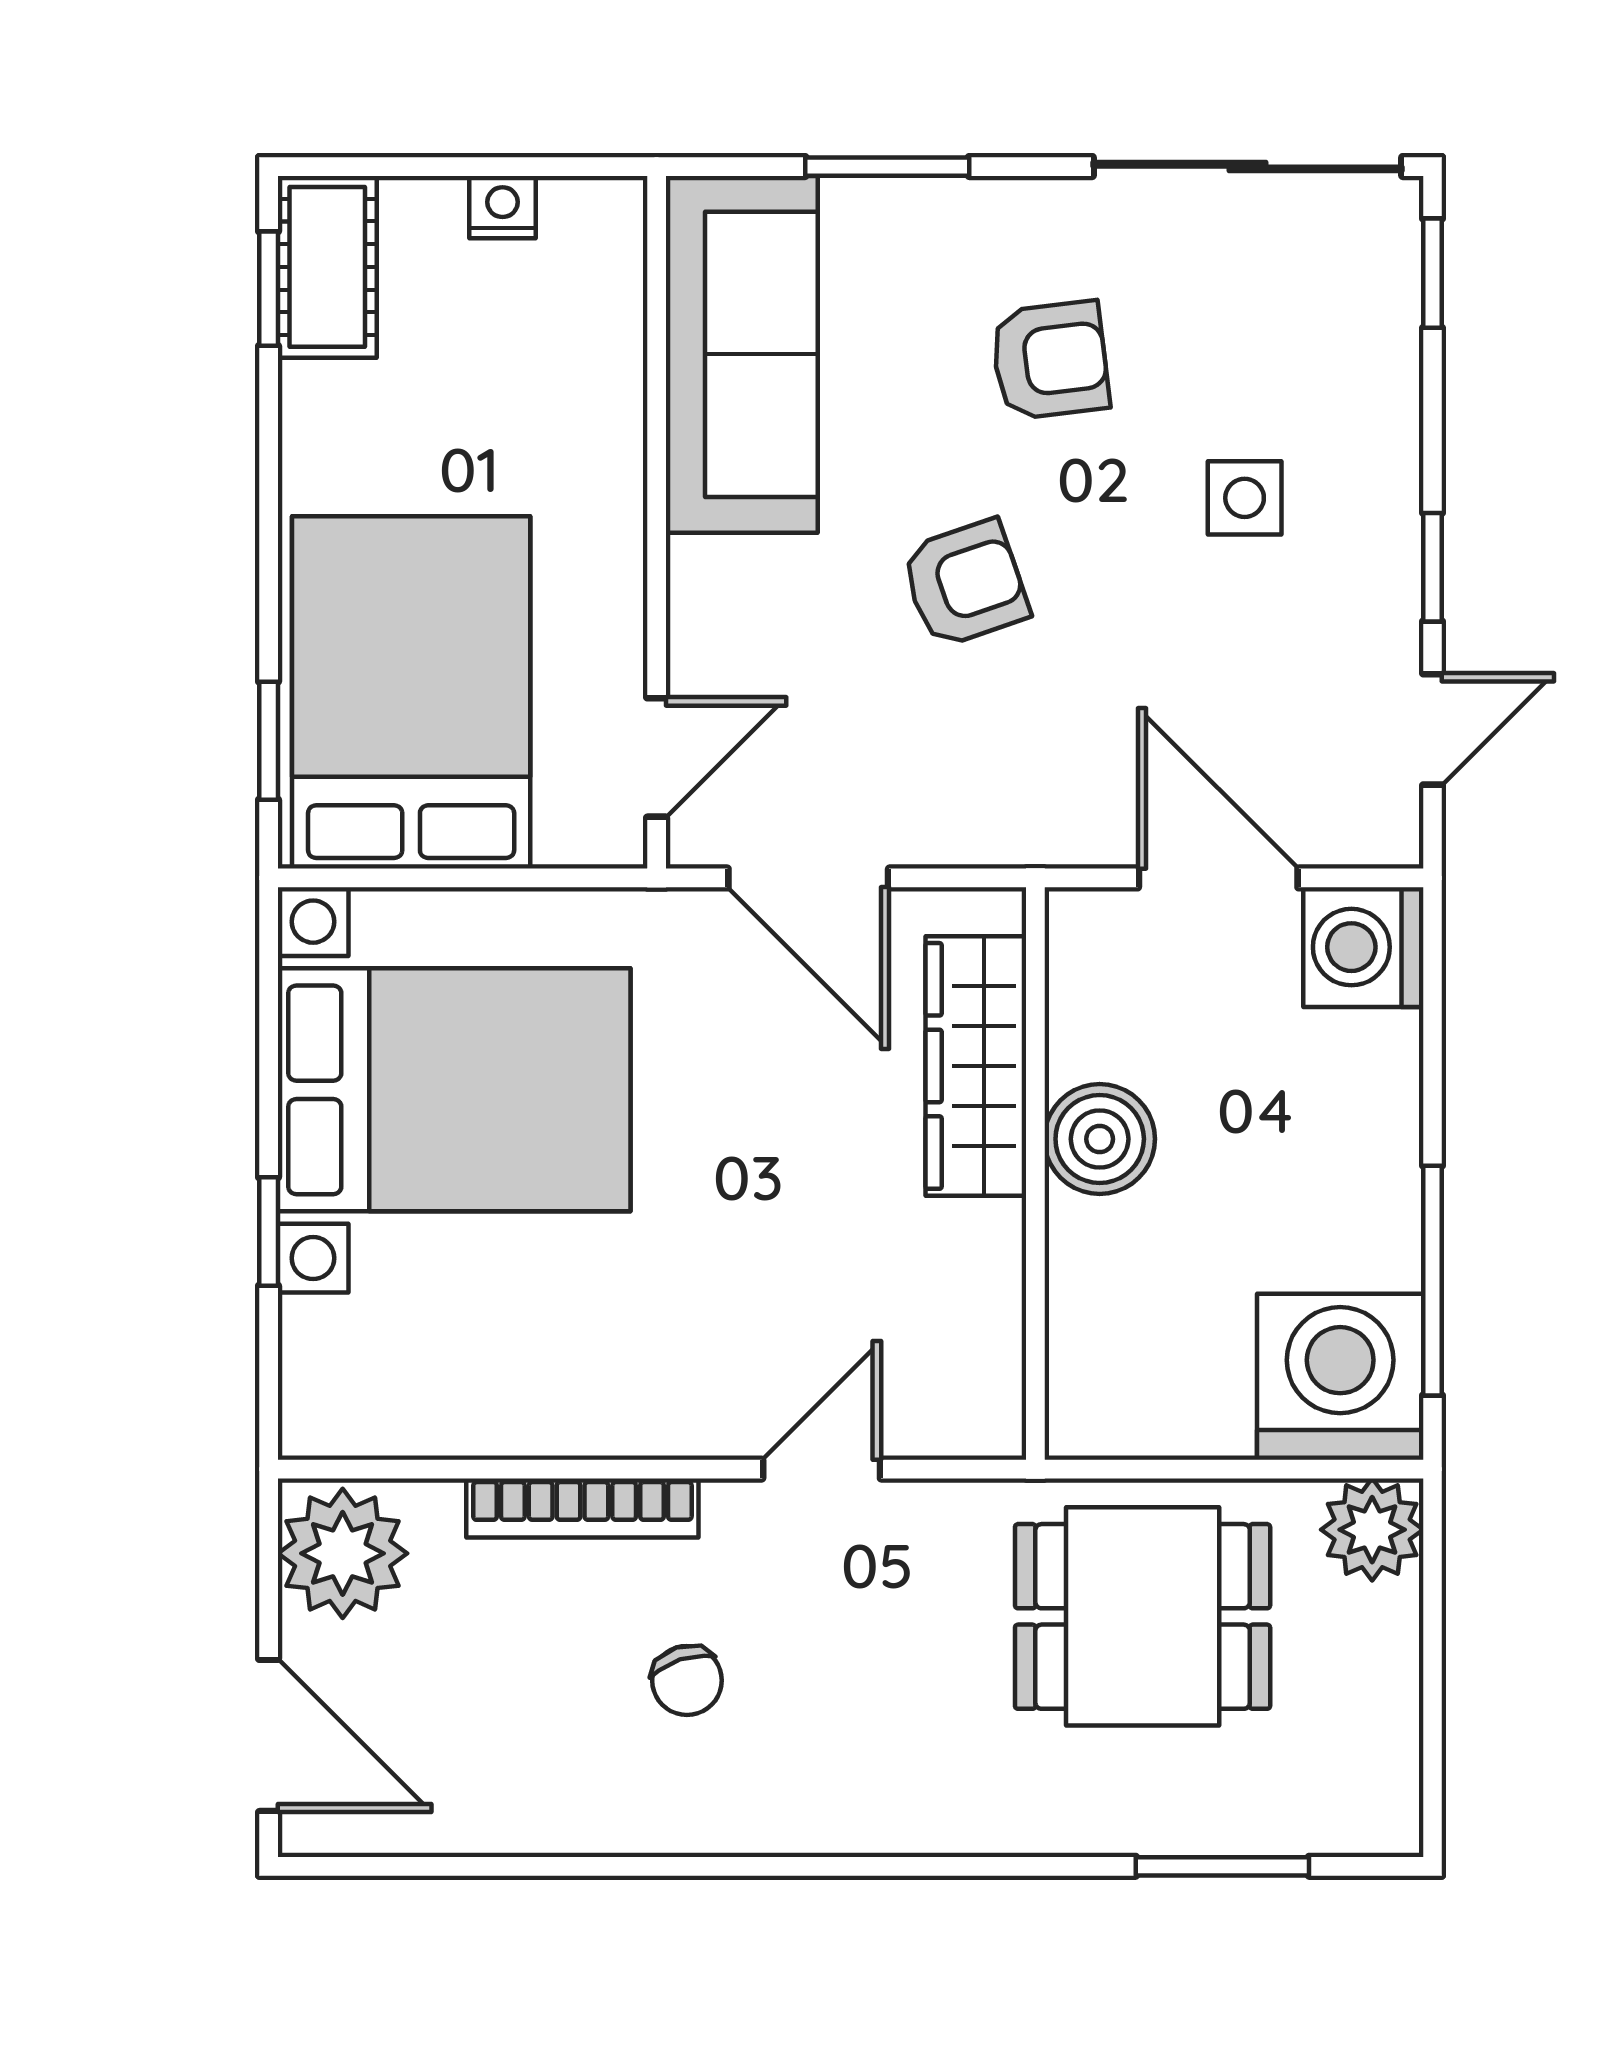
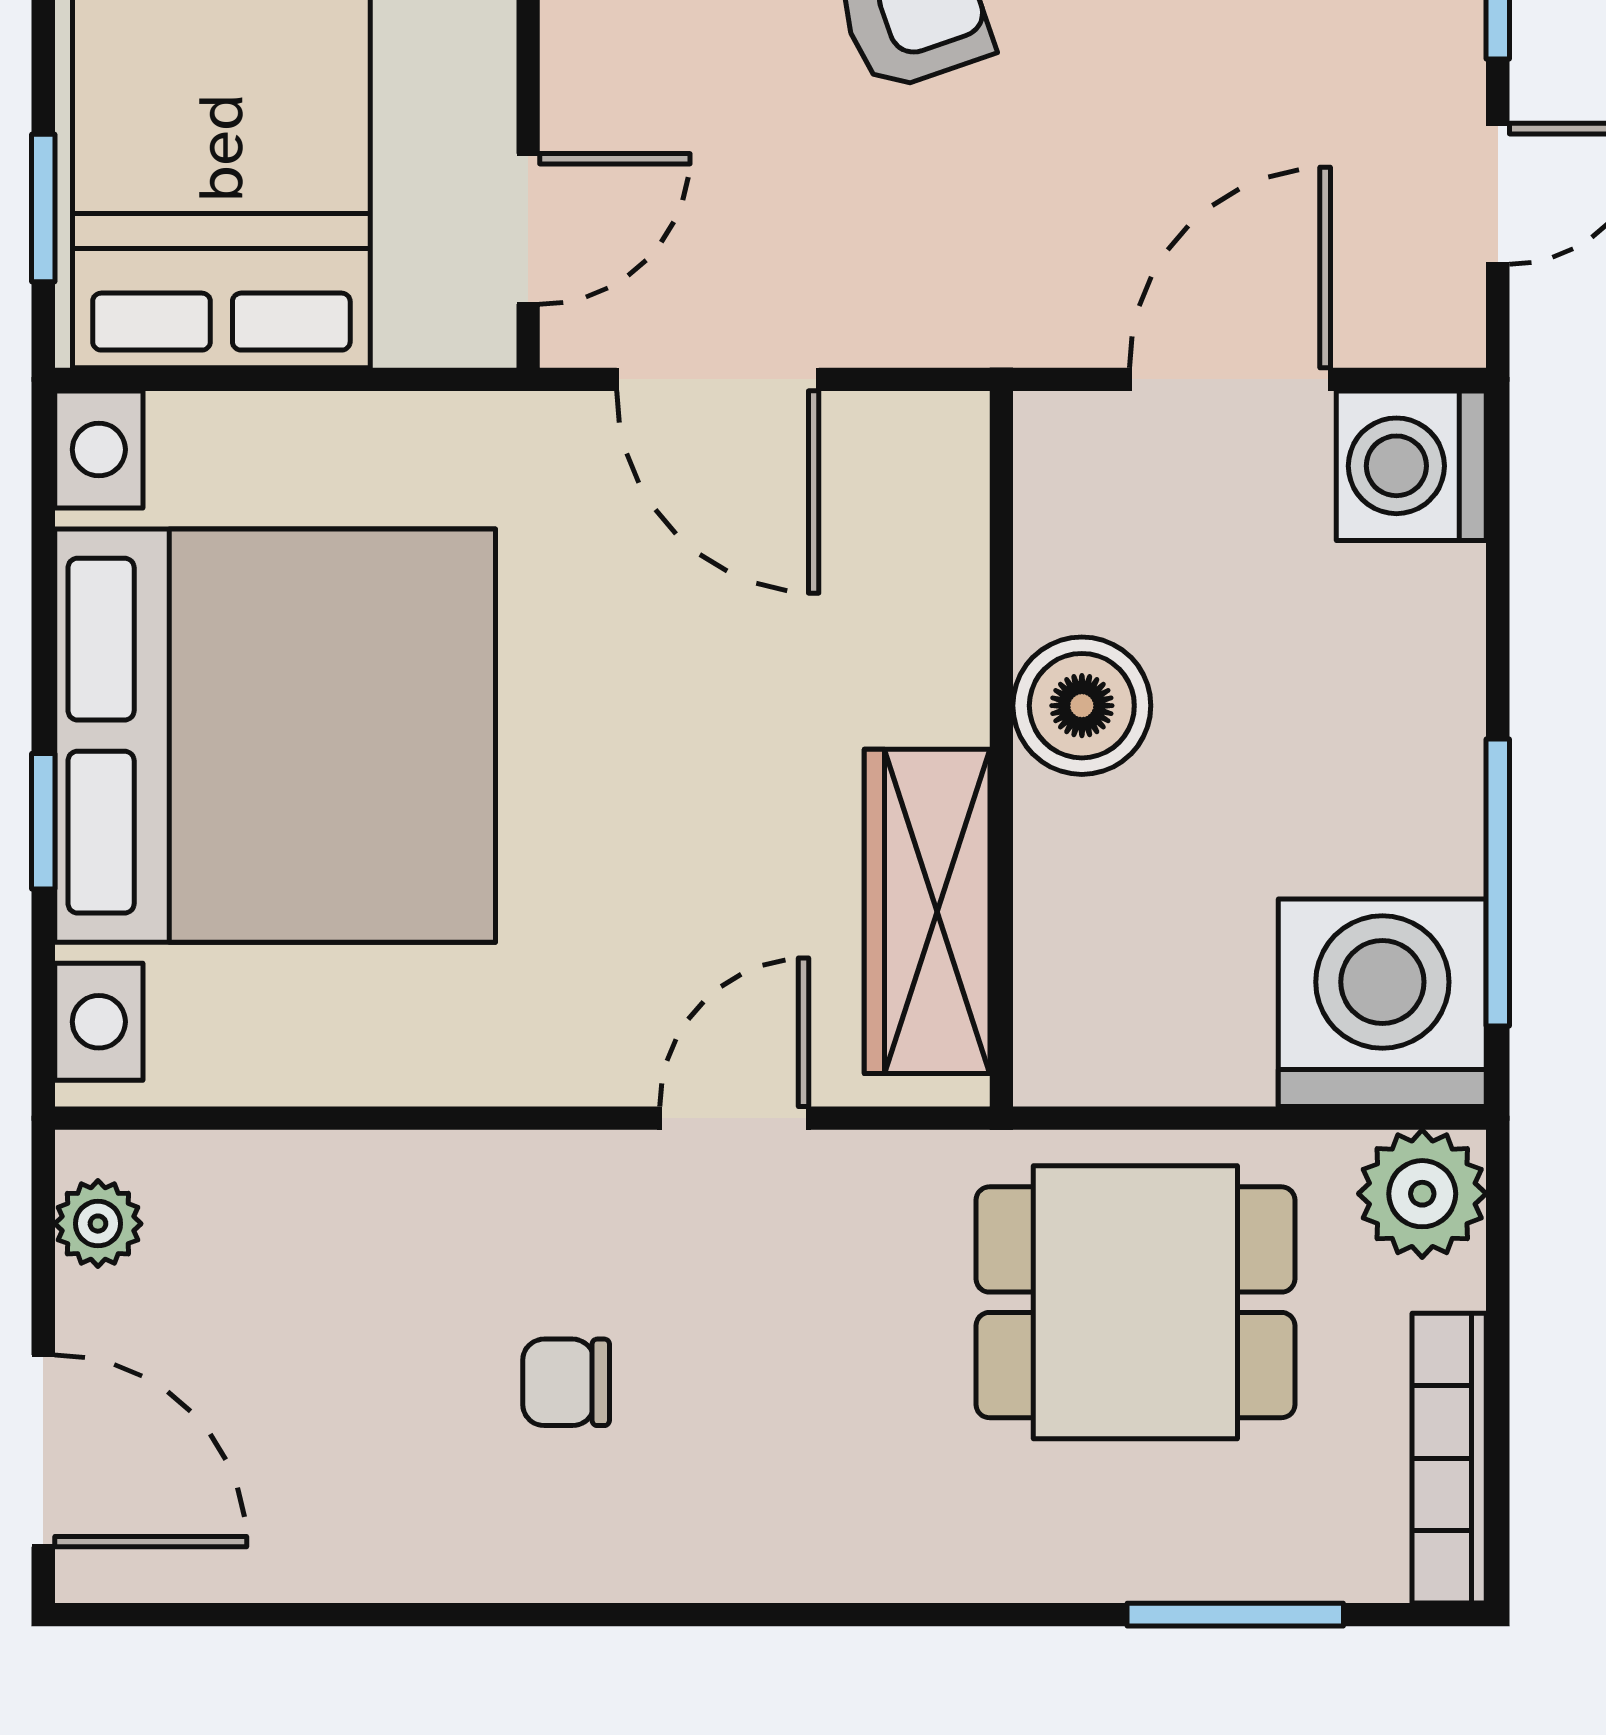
door: (1218, 878) -> (1230, 379), hinge flipped
wardrobe: (976, 1066) -> (927, 911), moved
bed with nightstands: (454, 1090) -> (275, 736), width x1.36
bookcase: (582, 1508) -> (1449, 1458), moved, turned 90
plant: (343, 1553) -> (98, 1224), width x0.53, depth x0.53
chair: (687, 1680) -> (566, 1382), turned 108

